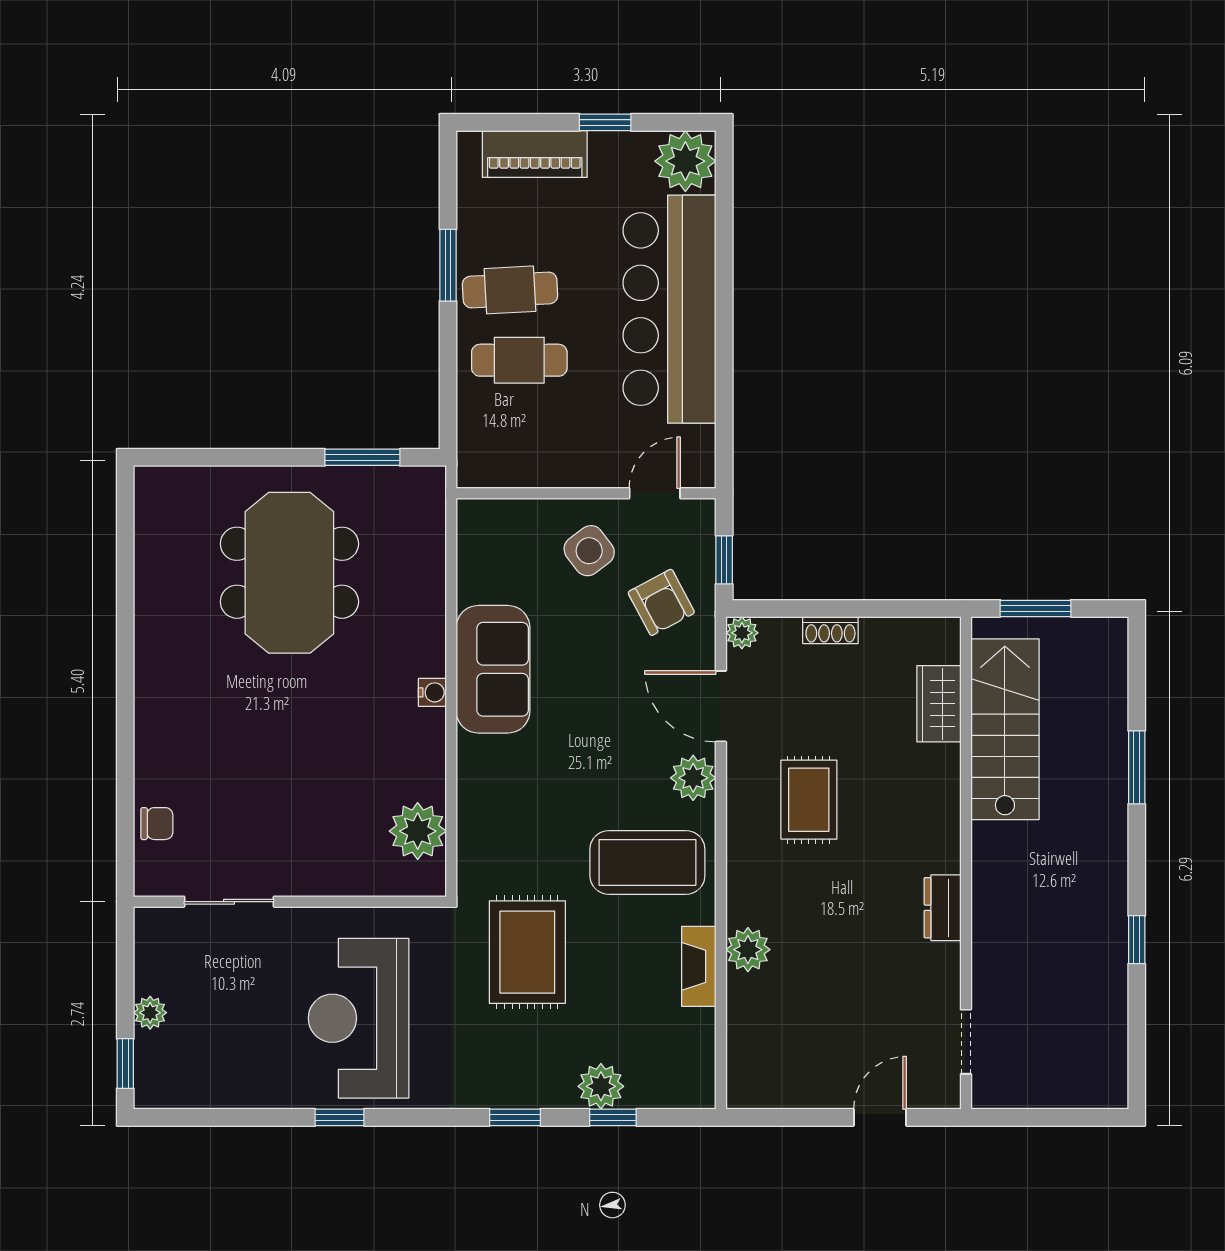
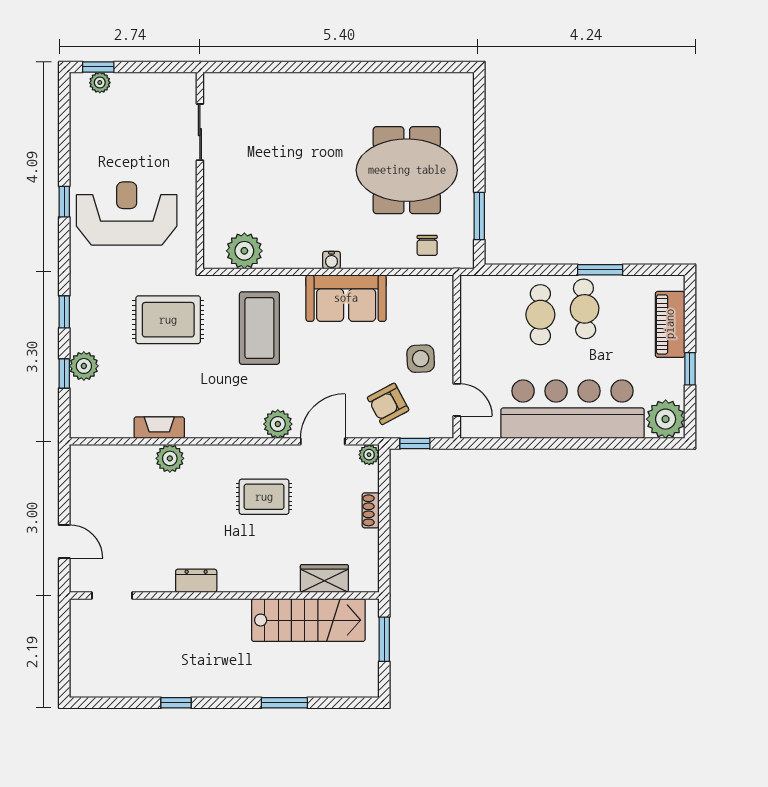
side table: (589, 551) -> (421, 359), turned 34
chair: (157, 824) -> (427, 245), moved
coffee table: (647, 862) -> (259, 328), moved
plant: (150, 1013) -> (100, 83), moved

